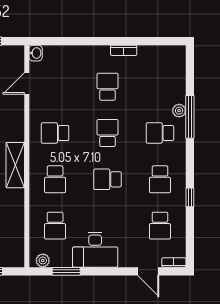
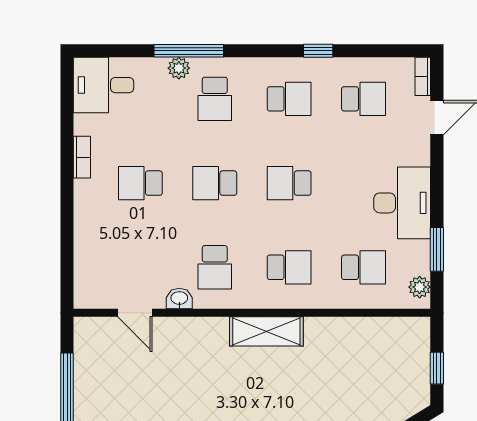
washbasin: (36, 53) -> (179, 299), moved
desk: (169, 64) -> (103, 85), added
school desk: (108, 179) -> (289, 183), turned 90

